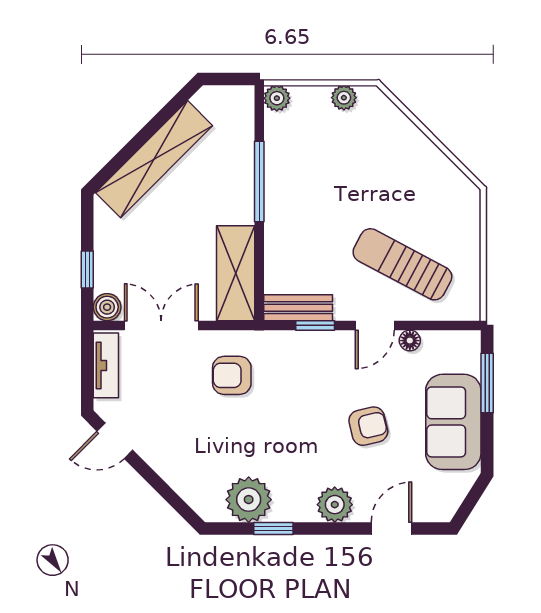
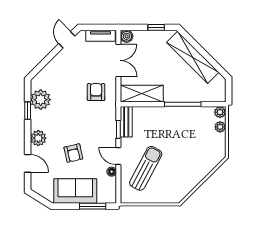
plant: (344, 98) -> (220, 127), moved
window: (87, 270) -> (156, 27), moved

